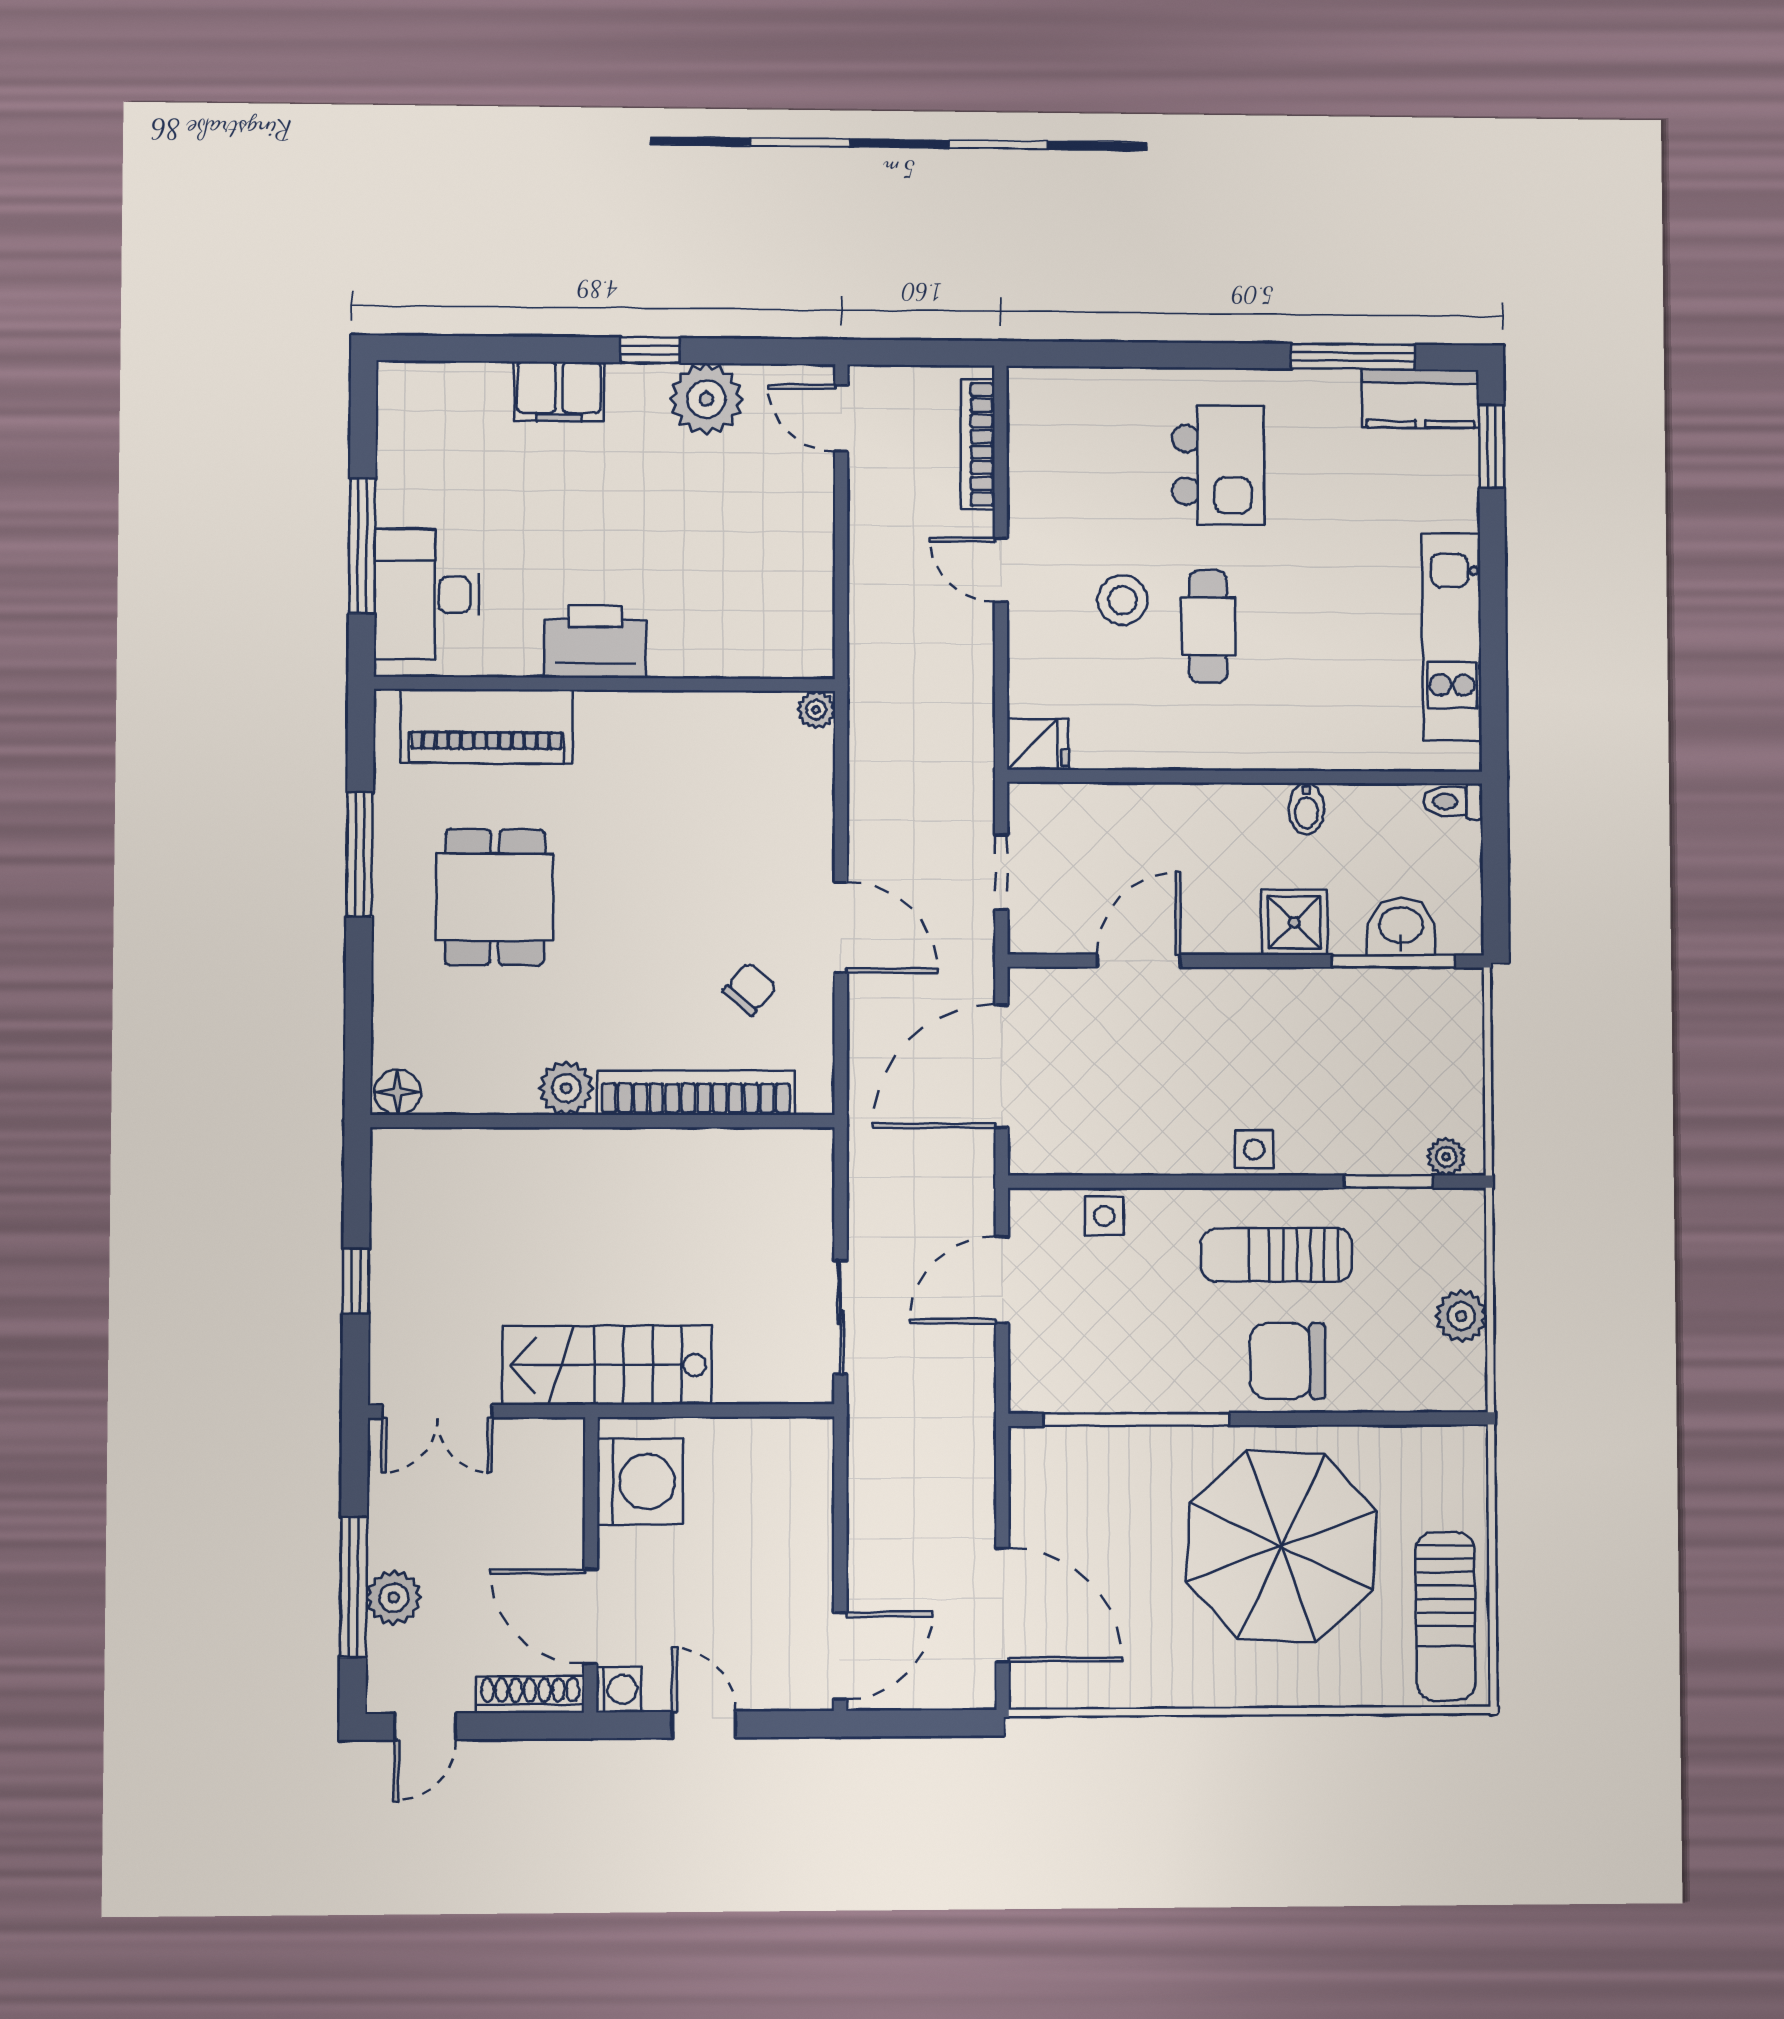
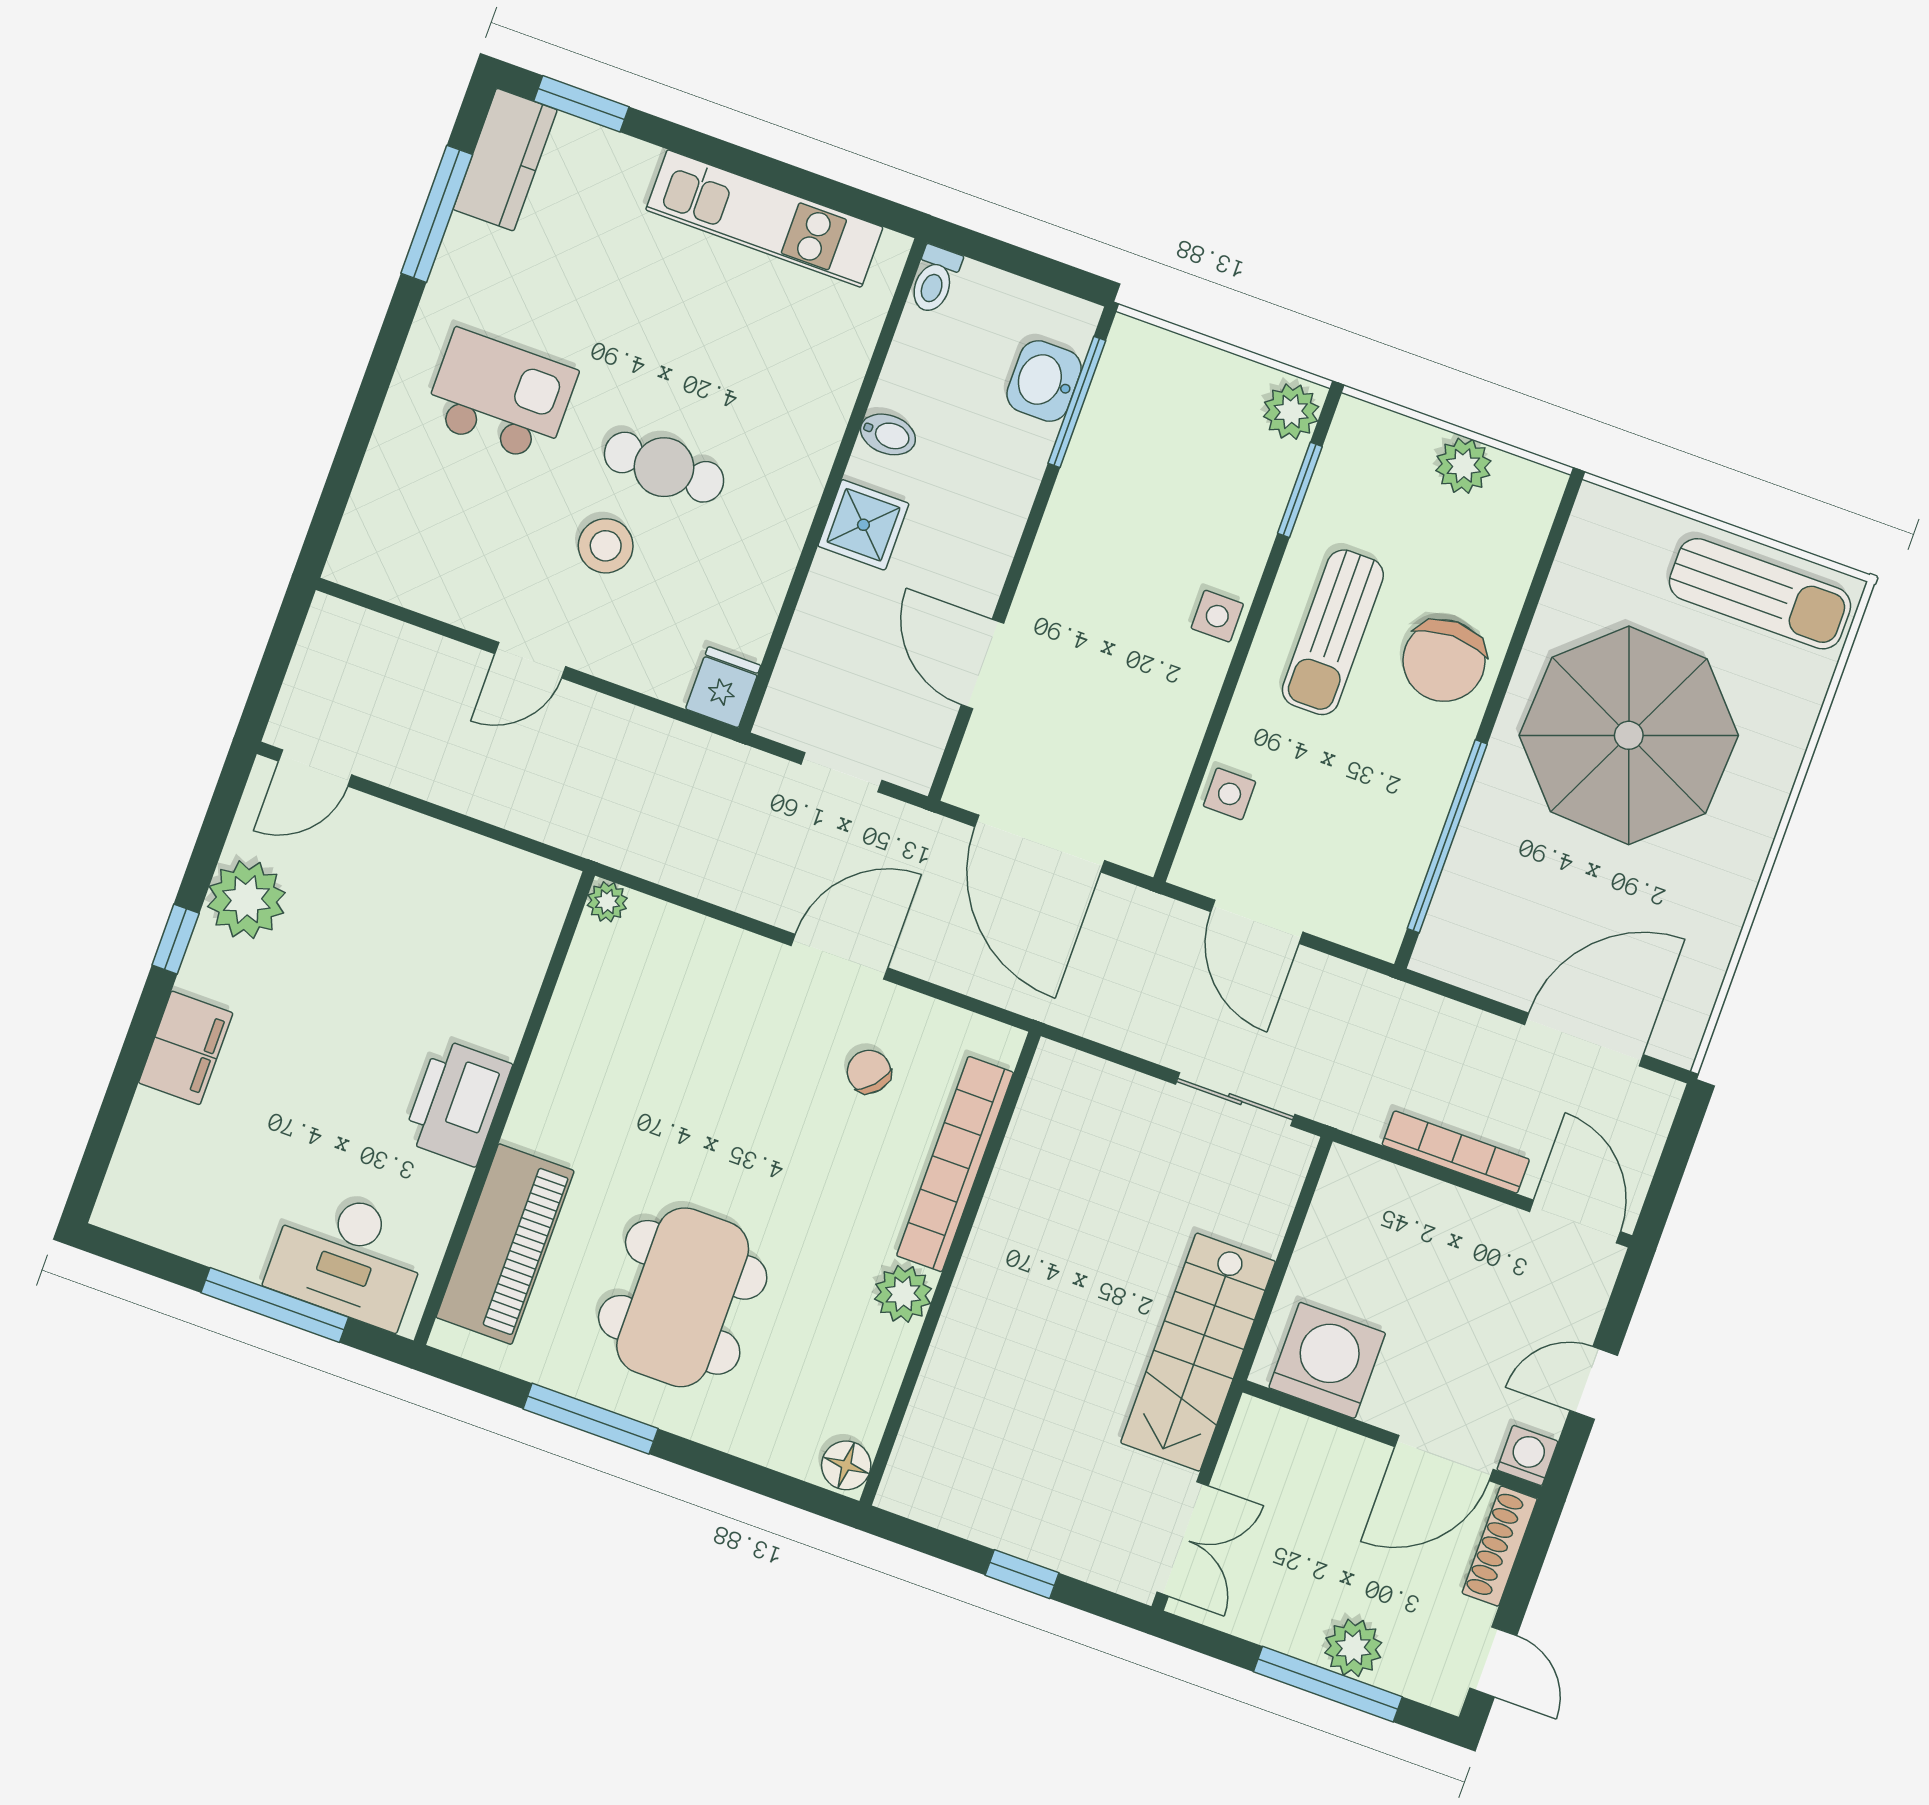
bookcase: (978, 444) -> (1456, 1152), moved, turned 180
dining table: (495, 897) -> (683, 1297), width x1.38
shower: (1294, 922) -> (863, 525), moved
plant: (1446, 1157) -> (1291, 412), width x1.38, depth x1.38

